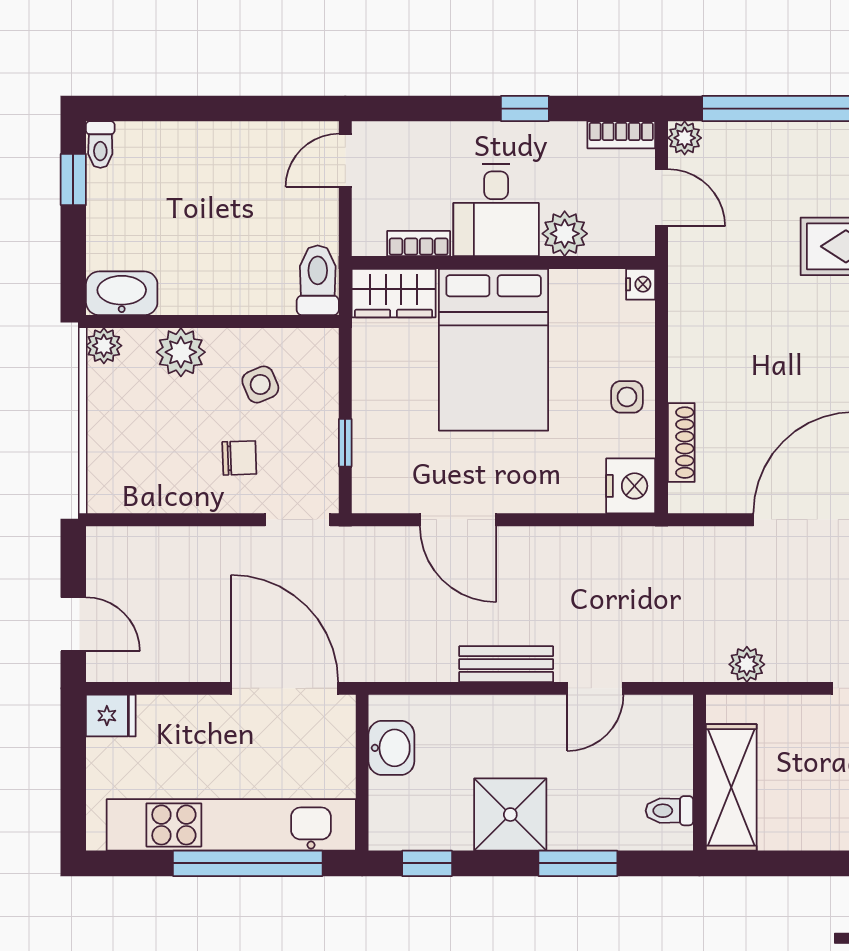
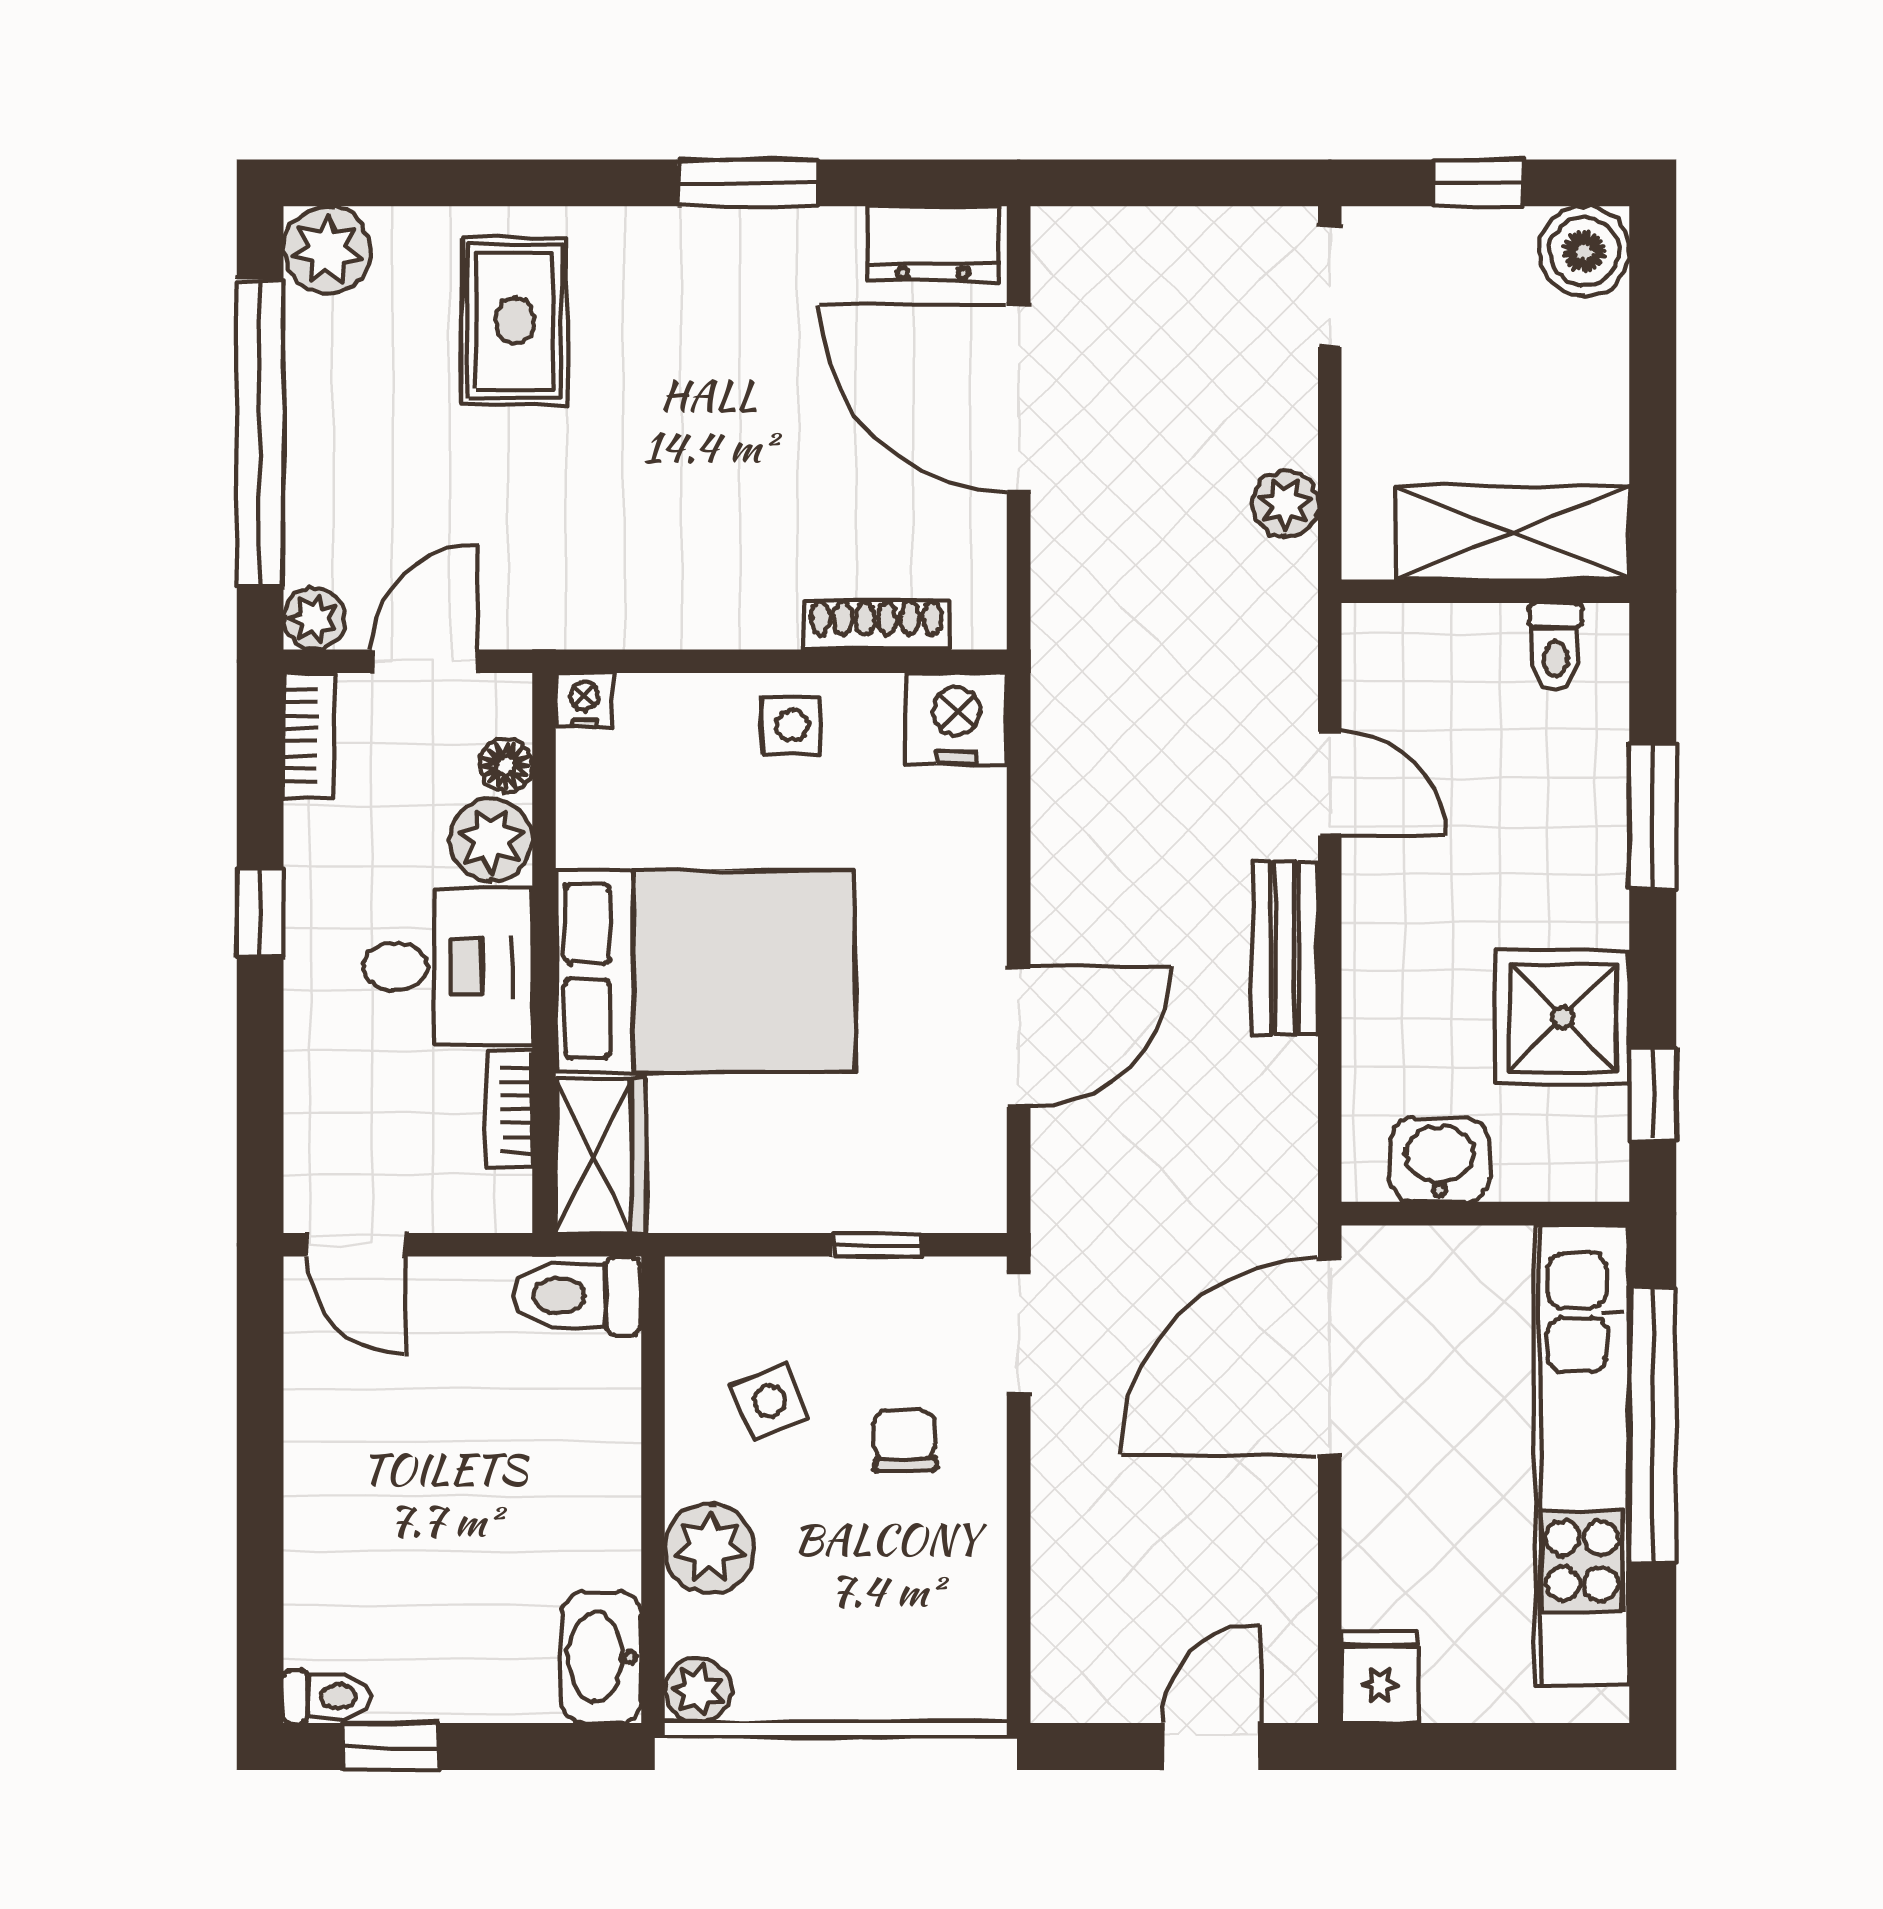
floor lamp: (605, 242) -> (506, 766), added
shower: (510, 815) -> (1563, 1018), moved

